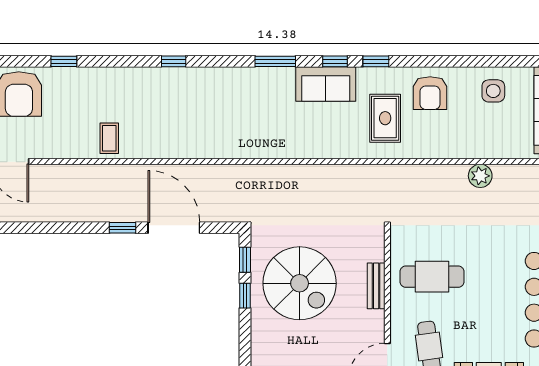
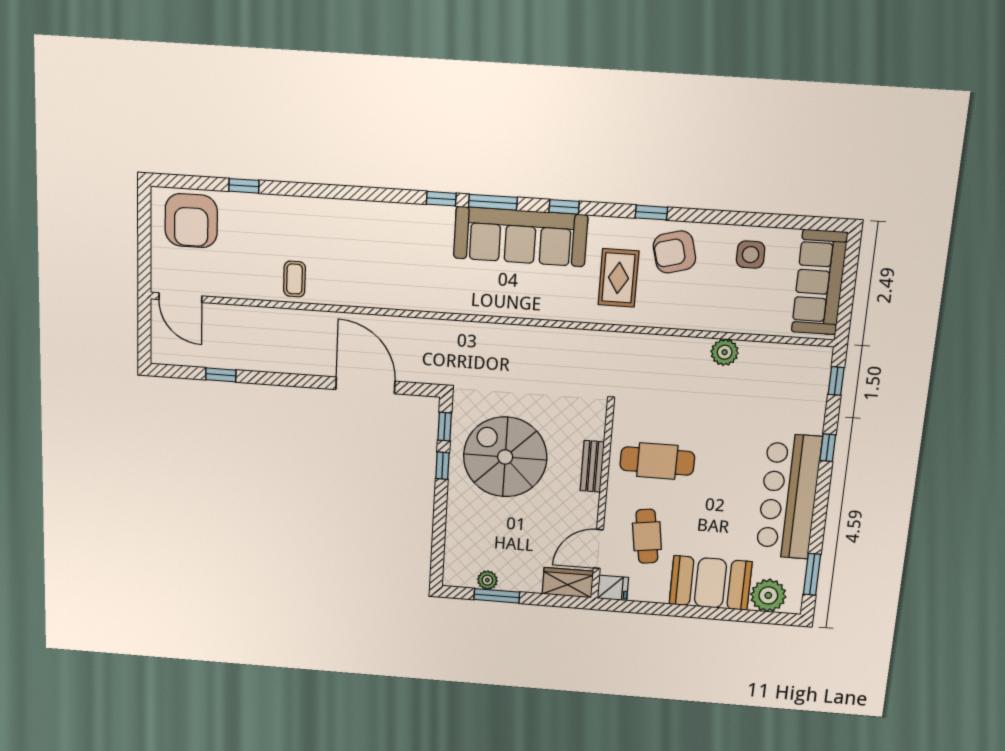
window: (174, 61) -> (441, 199), moved
window: (376, 61) -> (651, 213), moved
sofa: (326, 84) -> (520, 237), width x1.85, depth x1.27
armchair: (430, 93) -> (674, 252), turned 75
window: (122, 228) -> (221, 375), moved
spiral stairs: (300, 283) -> (505, 457), turned 180

